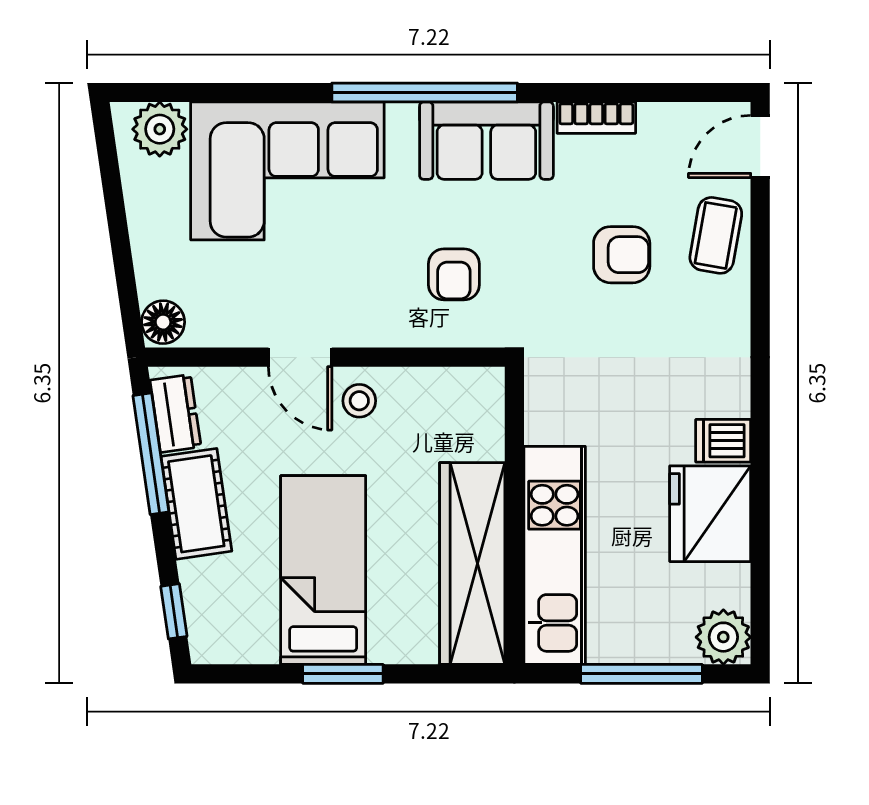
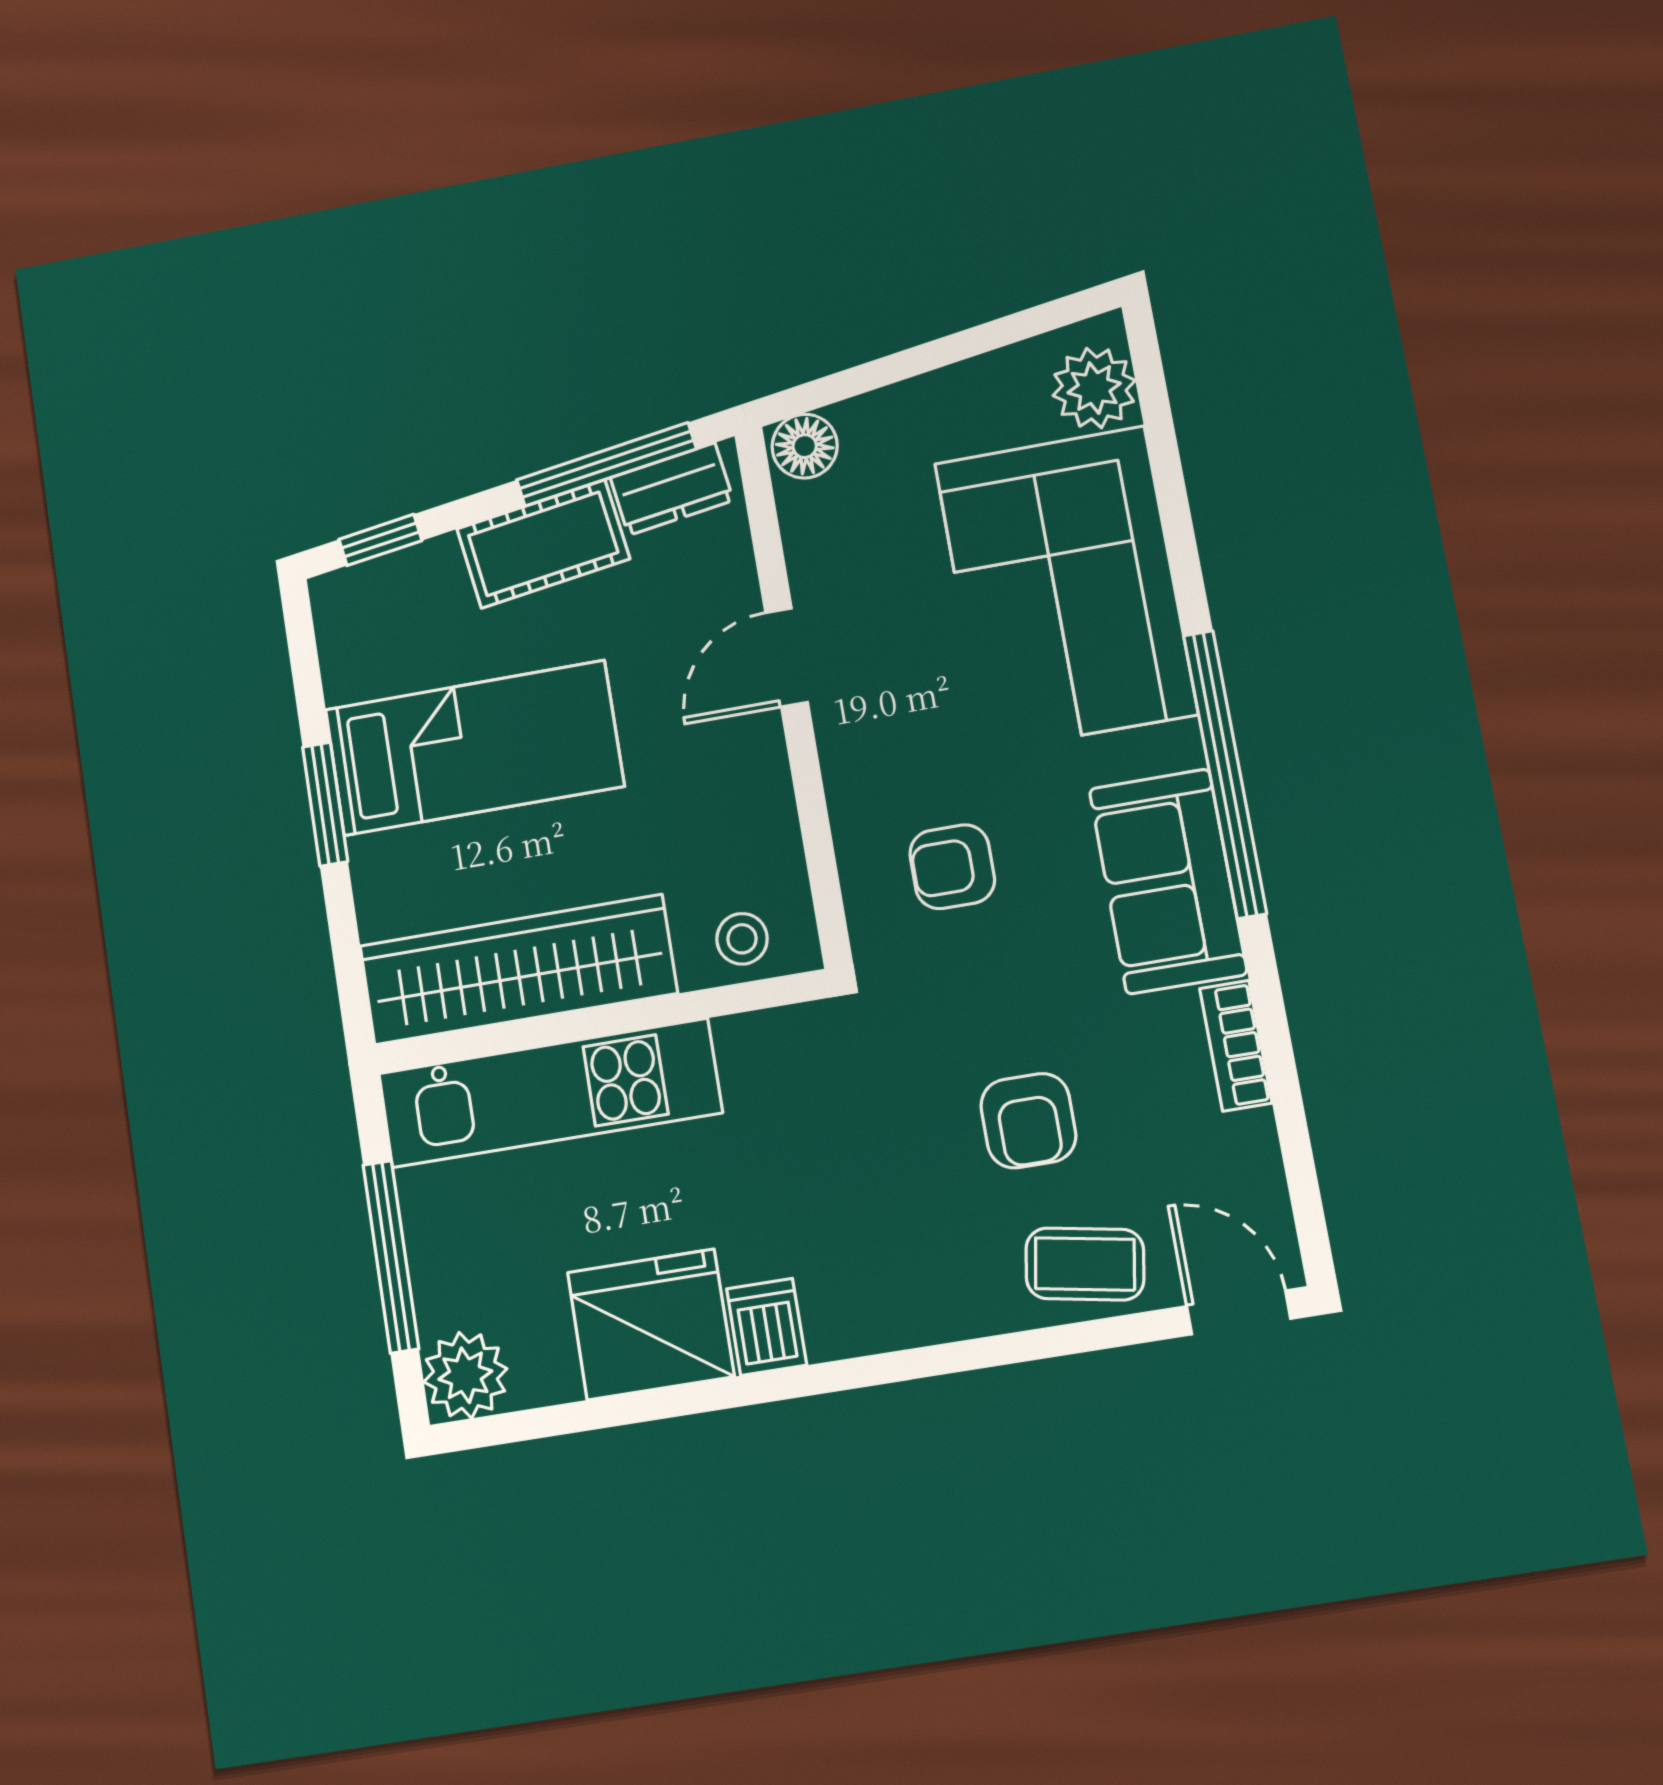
stool: (359, 401) -> (742, 939), moved

